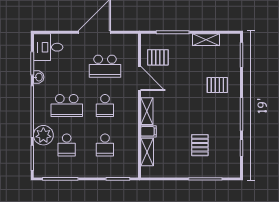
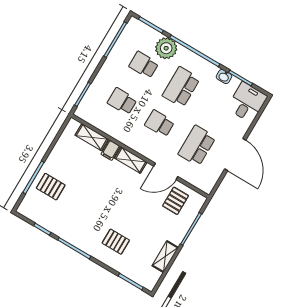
pallet: (217, 85) -> (116, 242), turned 90
pallet: (200, 145) -> (51, 187), moved

